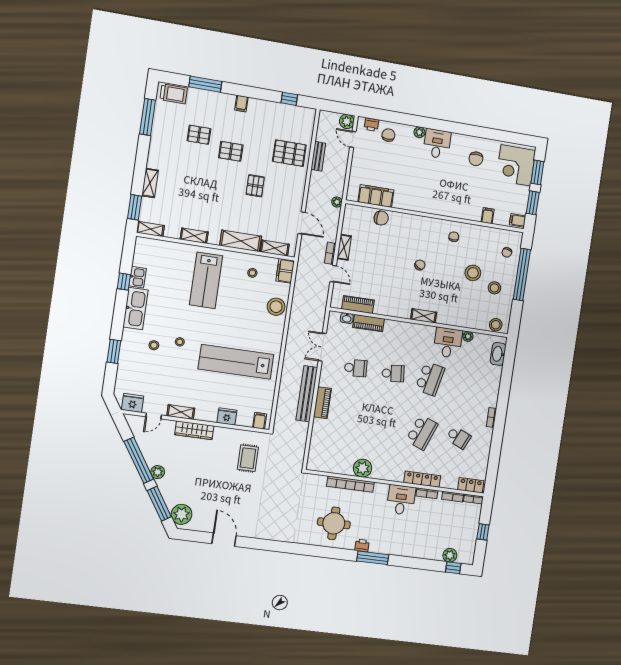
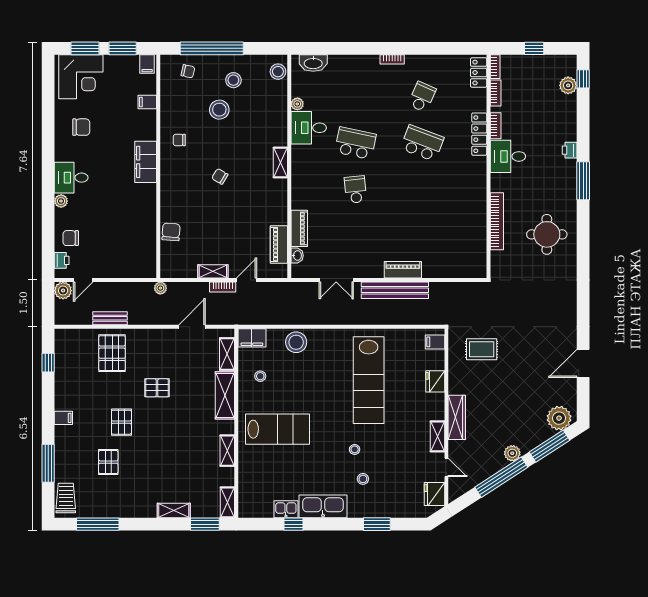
filing cabinet: (376, 196) -> (146, 162), moved
school desk: (356, 368) -> (355, 236), removed
plant: (363, 468) -> (475, 209), removed
printer: (362, 546) -> (570, 150), moved

